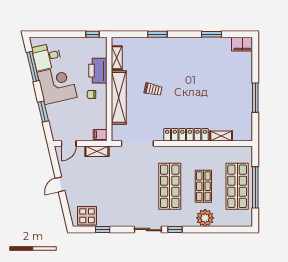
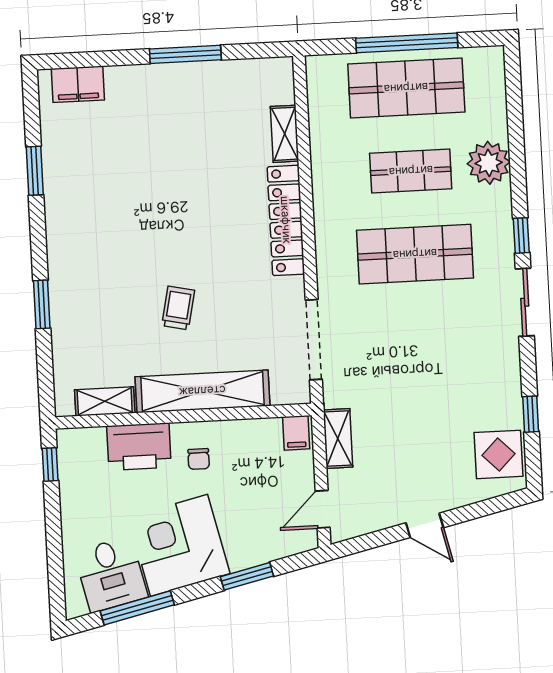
filing cabinet: (242, 44) -> (78, 84), moved, turned 90
door: (69, 144) -> (323, 509), swing flipped

